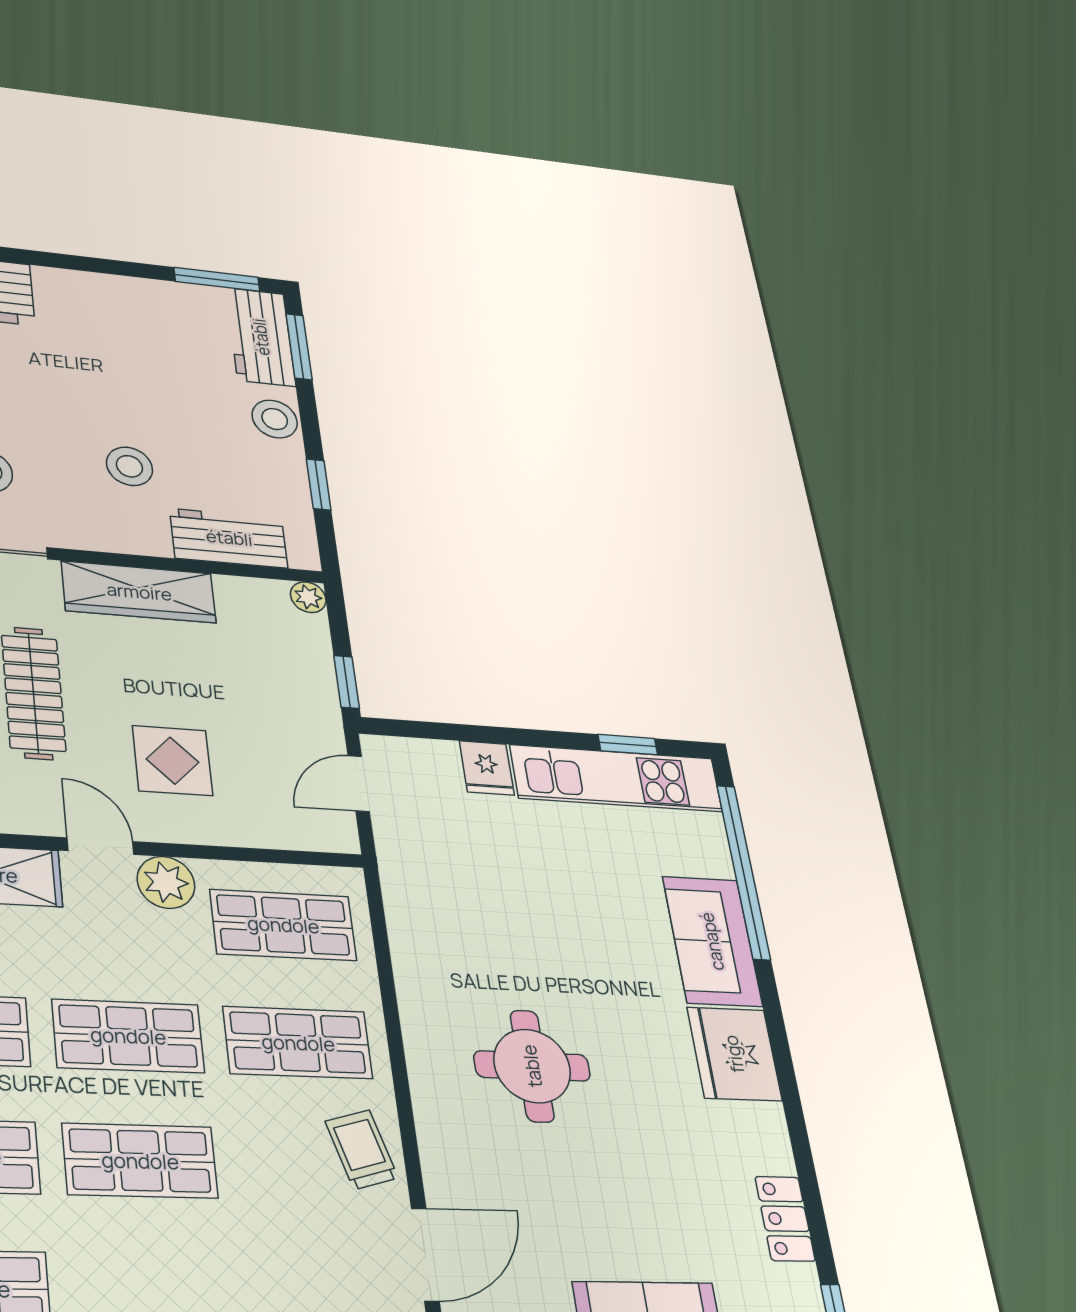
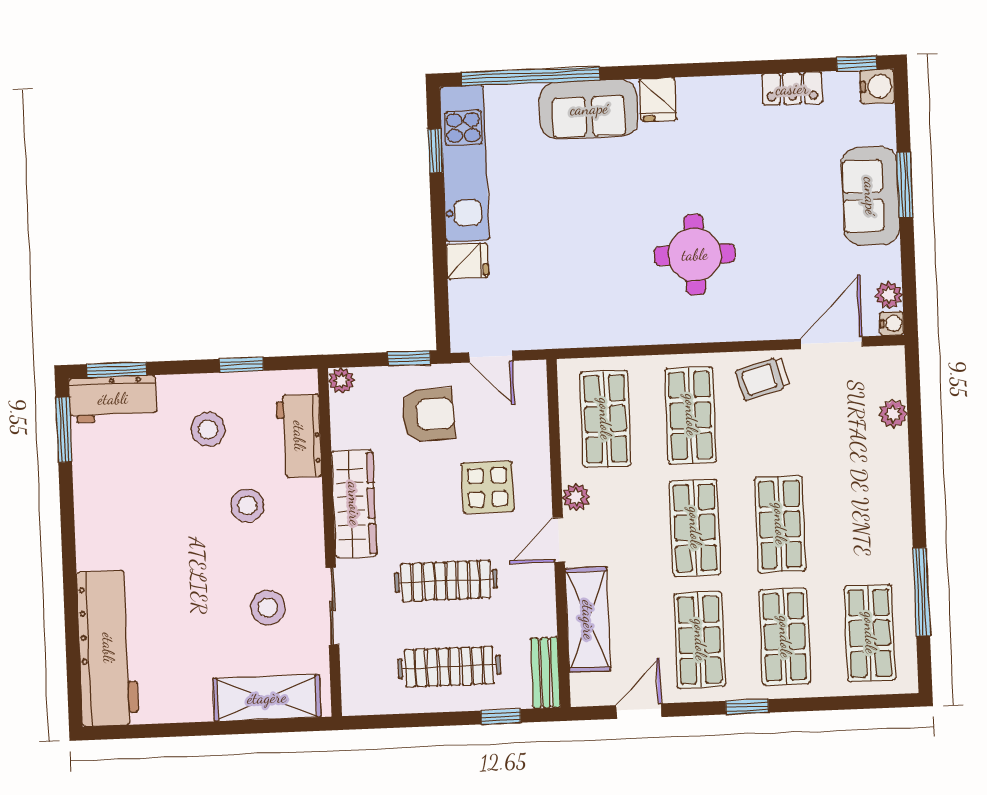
stool: (275, 419) -> (208, 429), moved
armchair: (270, 697) -> (428, 415), added
plant: (166, 882) -> (576, 497), width x0.73, depth x0.73
fridge: (734, 1054) -> (658, 100), width x0.53, depth x0.75
door: (425, 1254) -> (832, 343), hinge flipped

